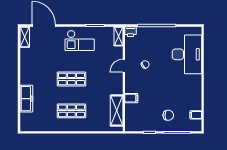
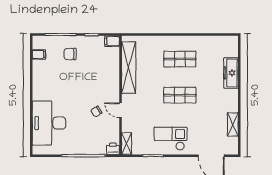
shelving: (25, 37) -> (233, 124), moved
door: (124, 66) -> (120, 110), swing flipped
filing cabinet: (131, 98) -> (112, 41), moved
shelving: (117, 111) -> (129, 68), width x1.47

